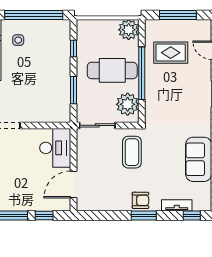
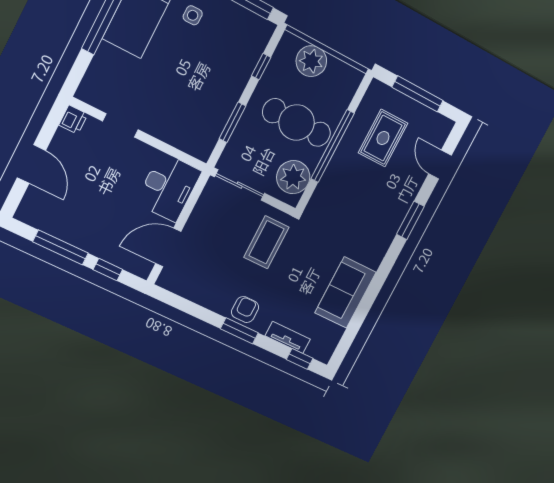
plant: (129, 30) -> (311, 61), moved
rug: (171, 53) -> (383, 138), turned 90
armchair: (140, 200) -> (245, 310), turned -90

